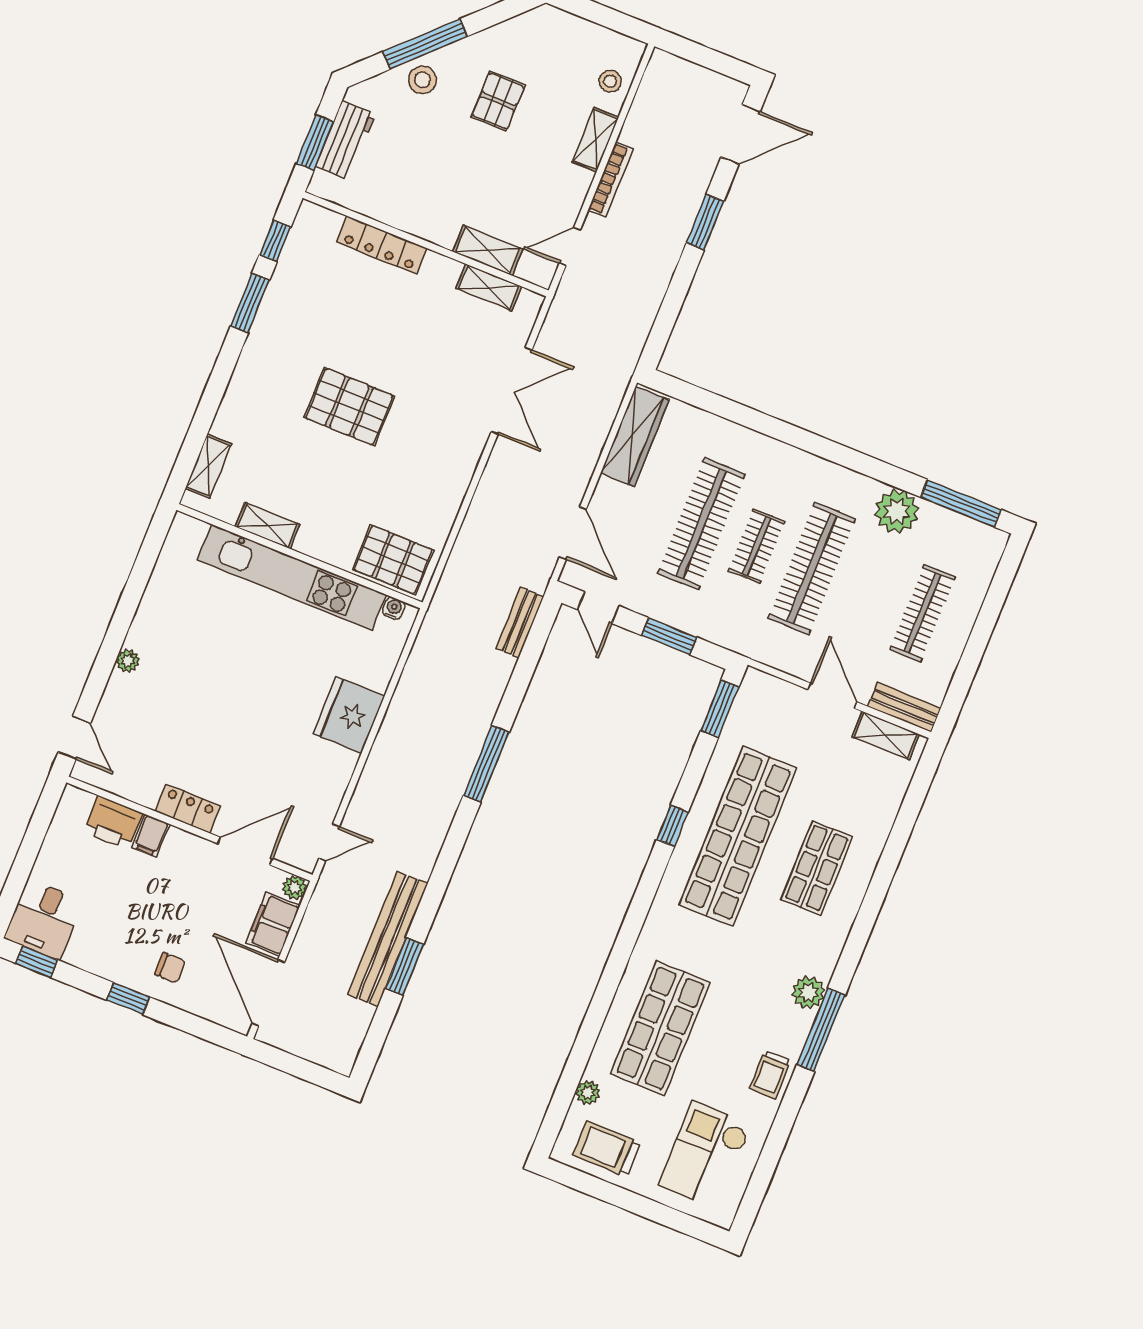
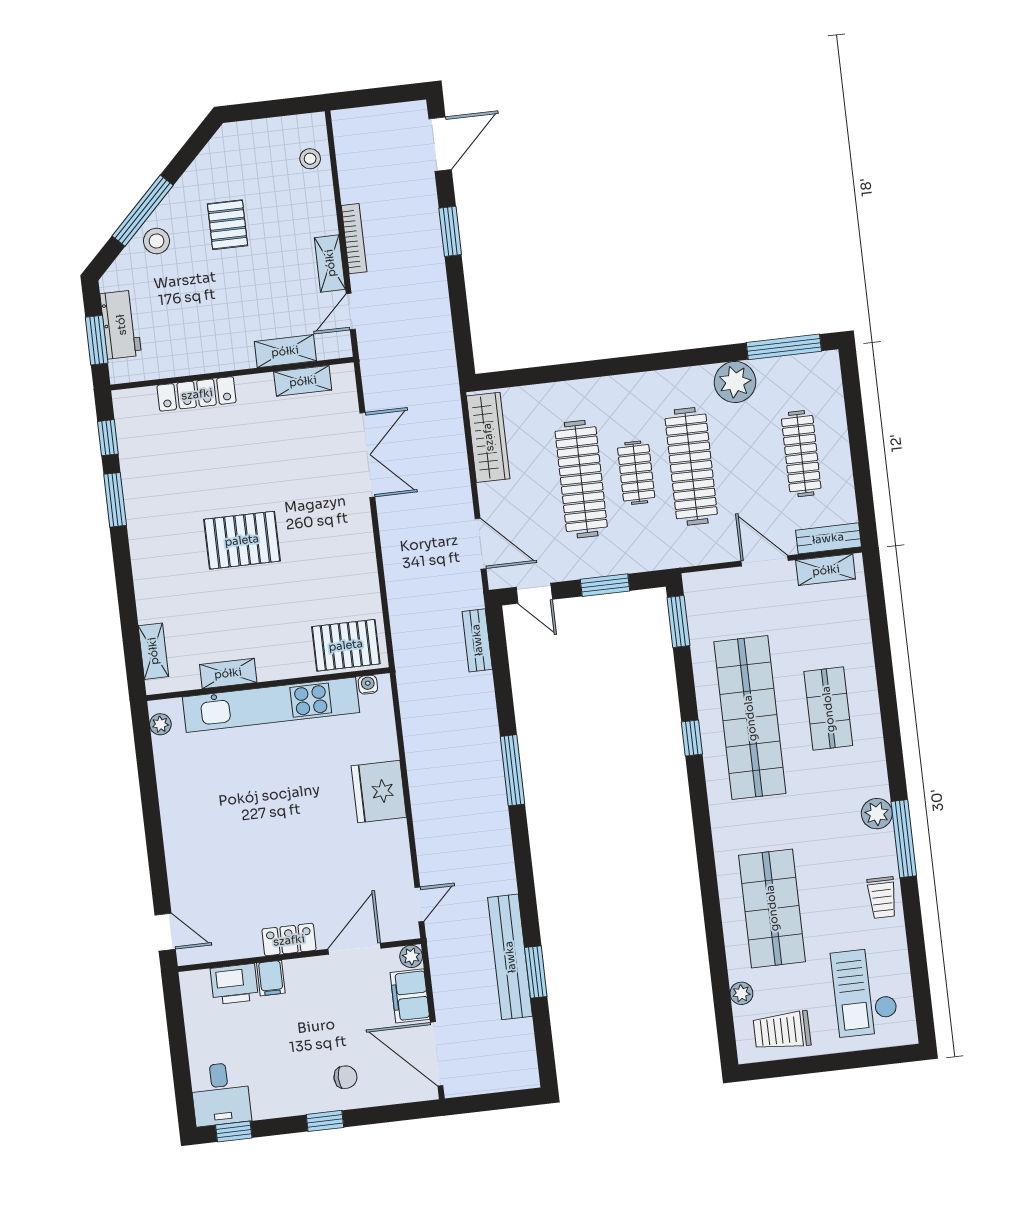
shelving: (595, 140) -> (330, 263), moved
plant: (128, 661) -> (160, 724), moved

